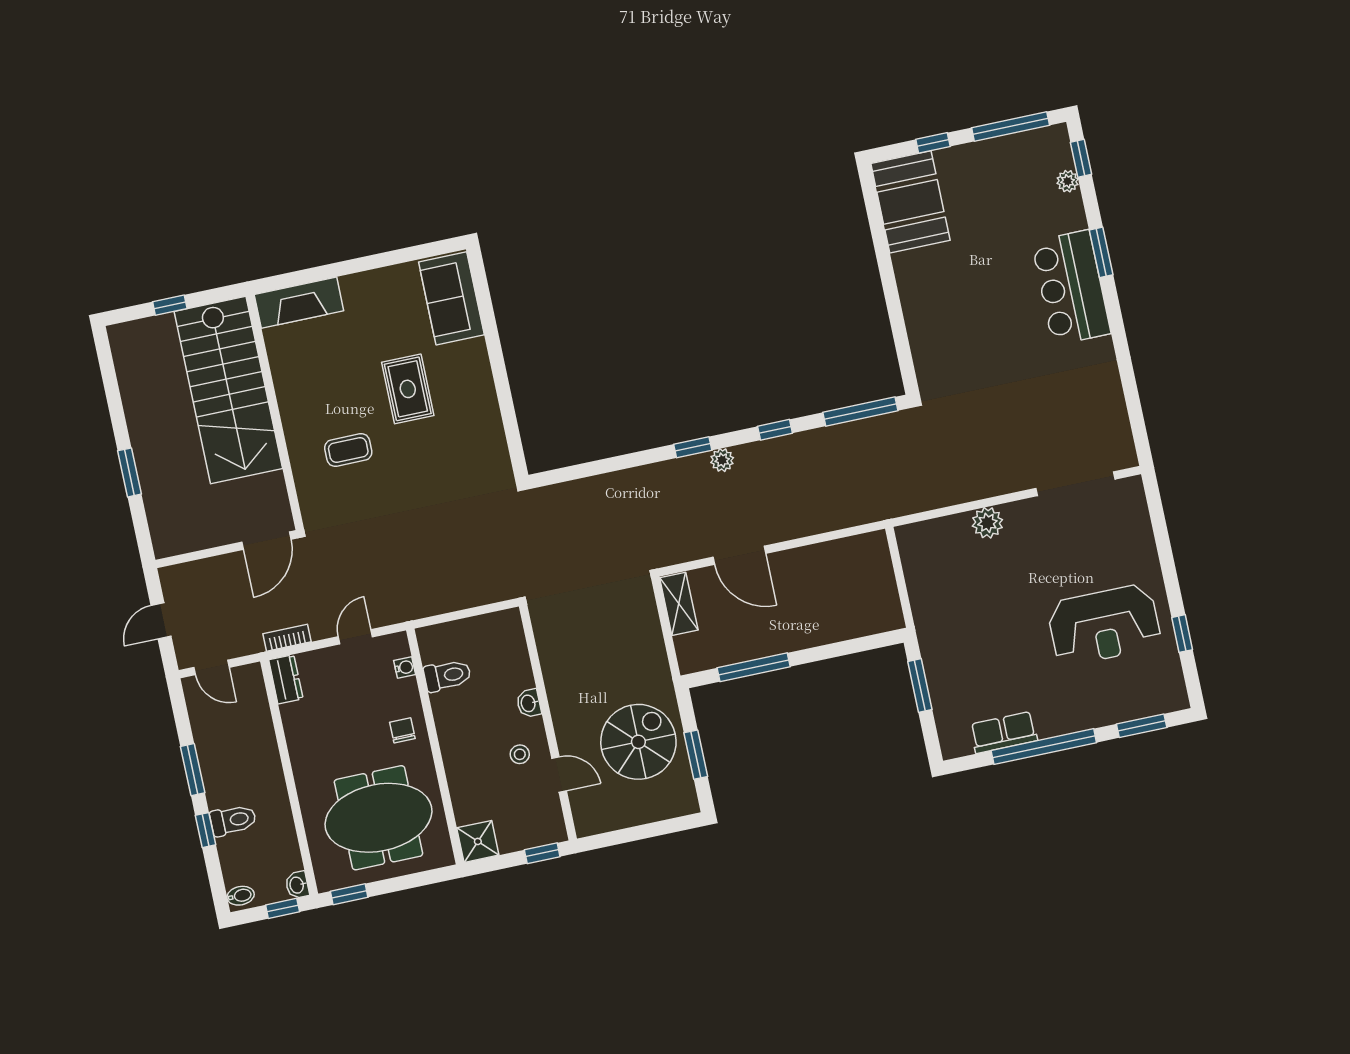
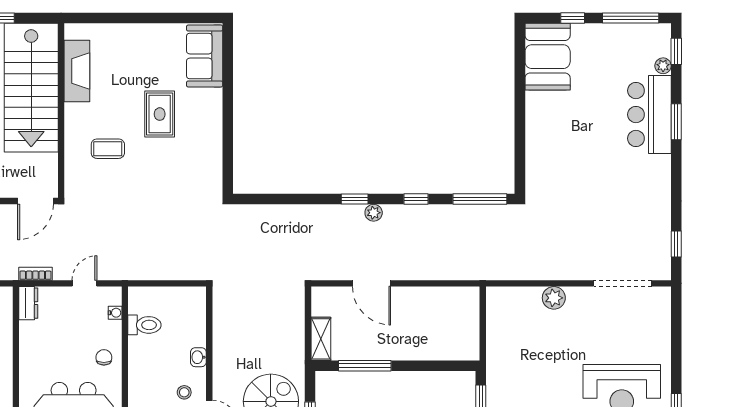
bar counter: (1071, 288) -> (649, 115), moved
fireplace: (299, 303) -> (77, 71), moved, turned -90
window: (1136, 416) -> (676, 244), added
shelving: (679, 604) -> (321, 339), moved

